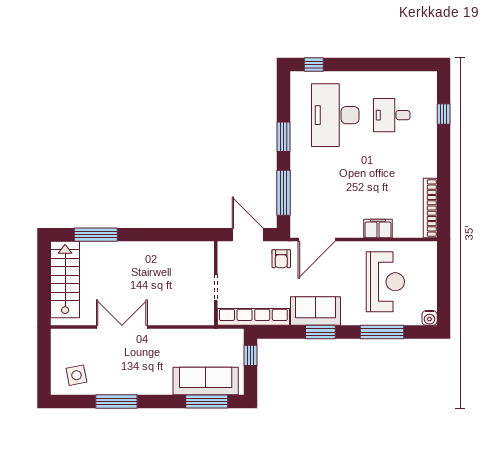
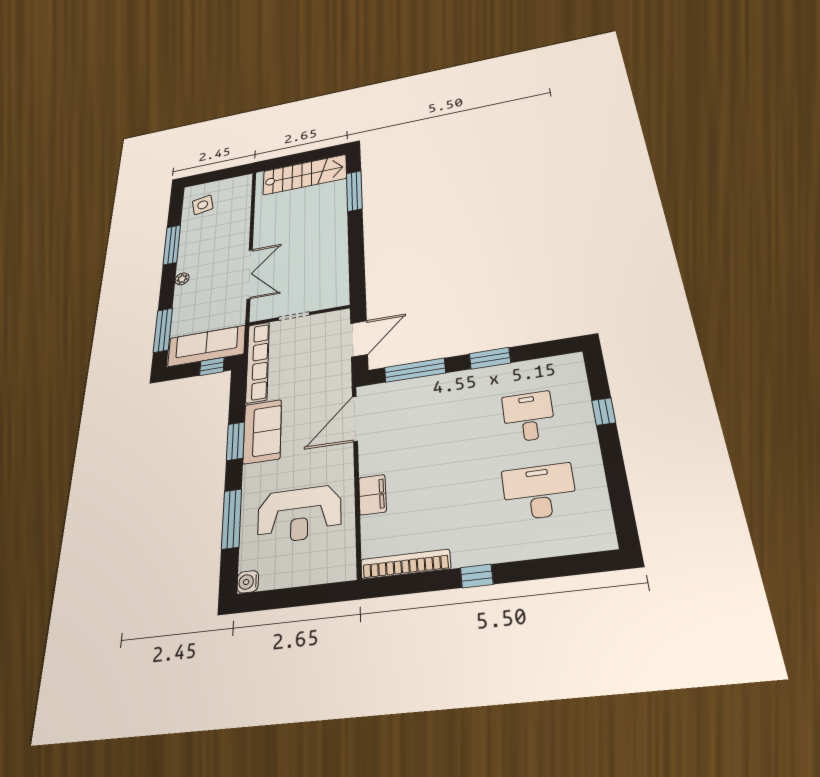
window: (314, 65) -> (604, 412), moved
window: (444, 114) -> (477, 576), moved
desk: (335, 115) -> (529, 417), width x0.53, depth x0.77
desk: (392, 115) -> (539, 492), width x1.37
door: (317, 240) -> (355, 419), hinge flipped
armchair: (281, 259) -> (329, 381), removed
double door: (122, 327) -> (250, 274), moved
sofa: (206, 381) -> (207, 346), moved, turned -90
plant: (157, 389) -> (182, 279), added

